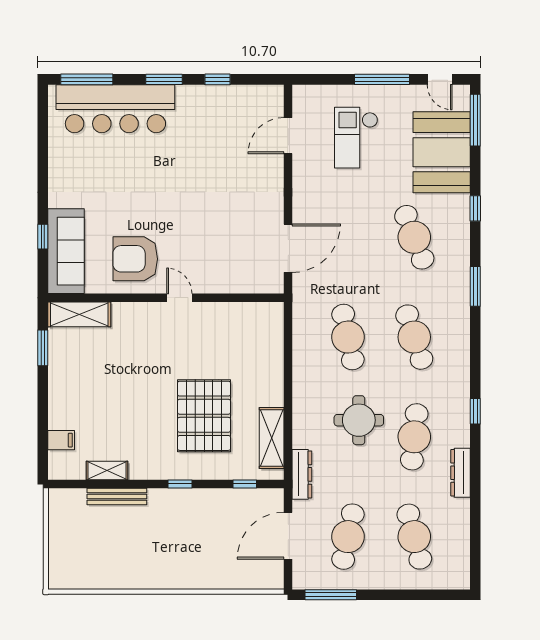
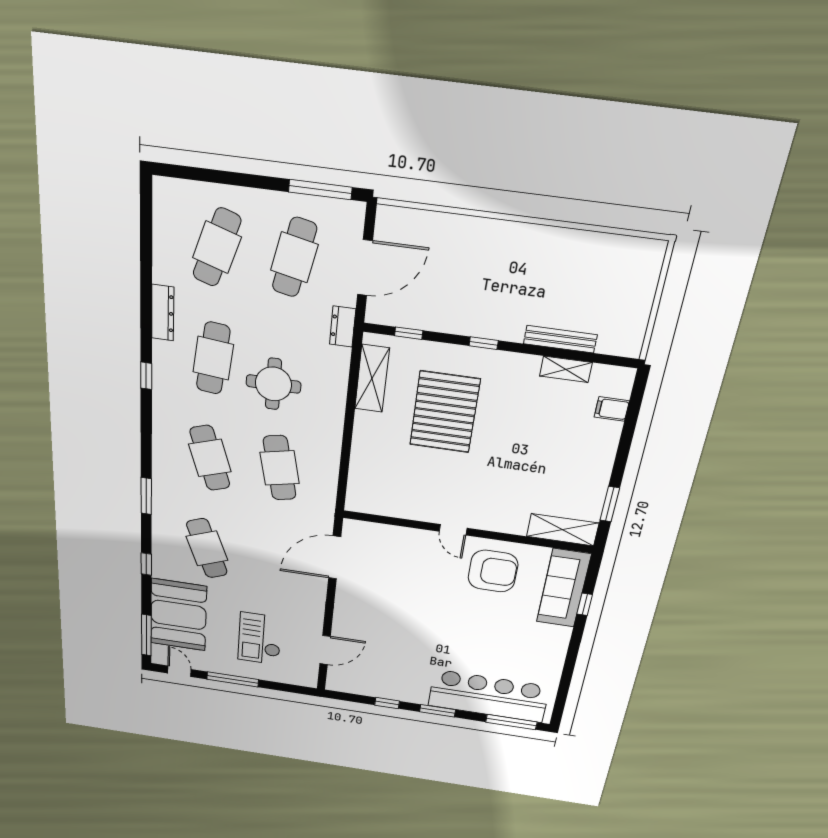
checkout: (356, 138) -> (260, 639), turned 180
dresser: (302, 474) -> (343, 327), width x0.70
cafe table: (414, 537) -> (217, 247), turned 33

